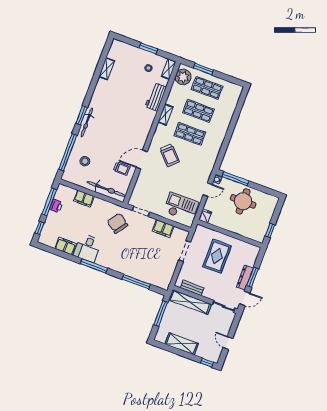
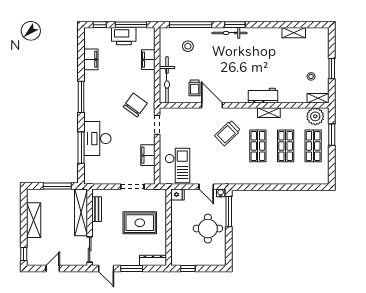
workbench: (156, 97) -> (263, 96), moved
printer: (56, 206) -> (124, 36), width x1.87, depth x1.48
desk: (88, 248) -> (97, 139), moved, width x1.37
dresser: (245, 278) -> (153, 260), moved

